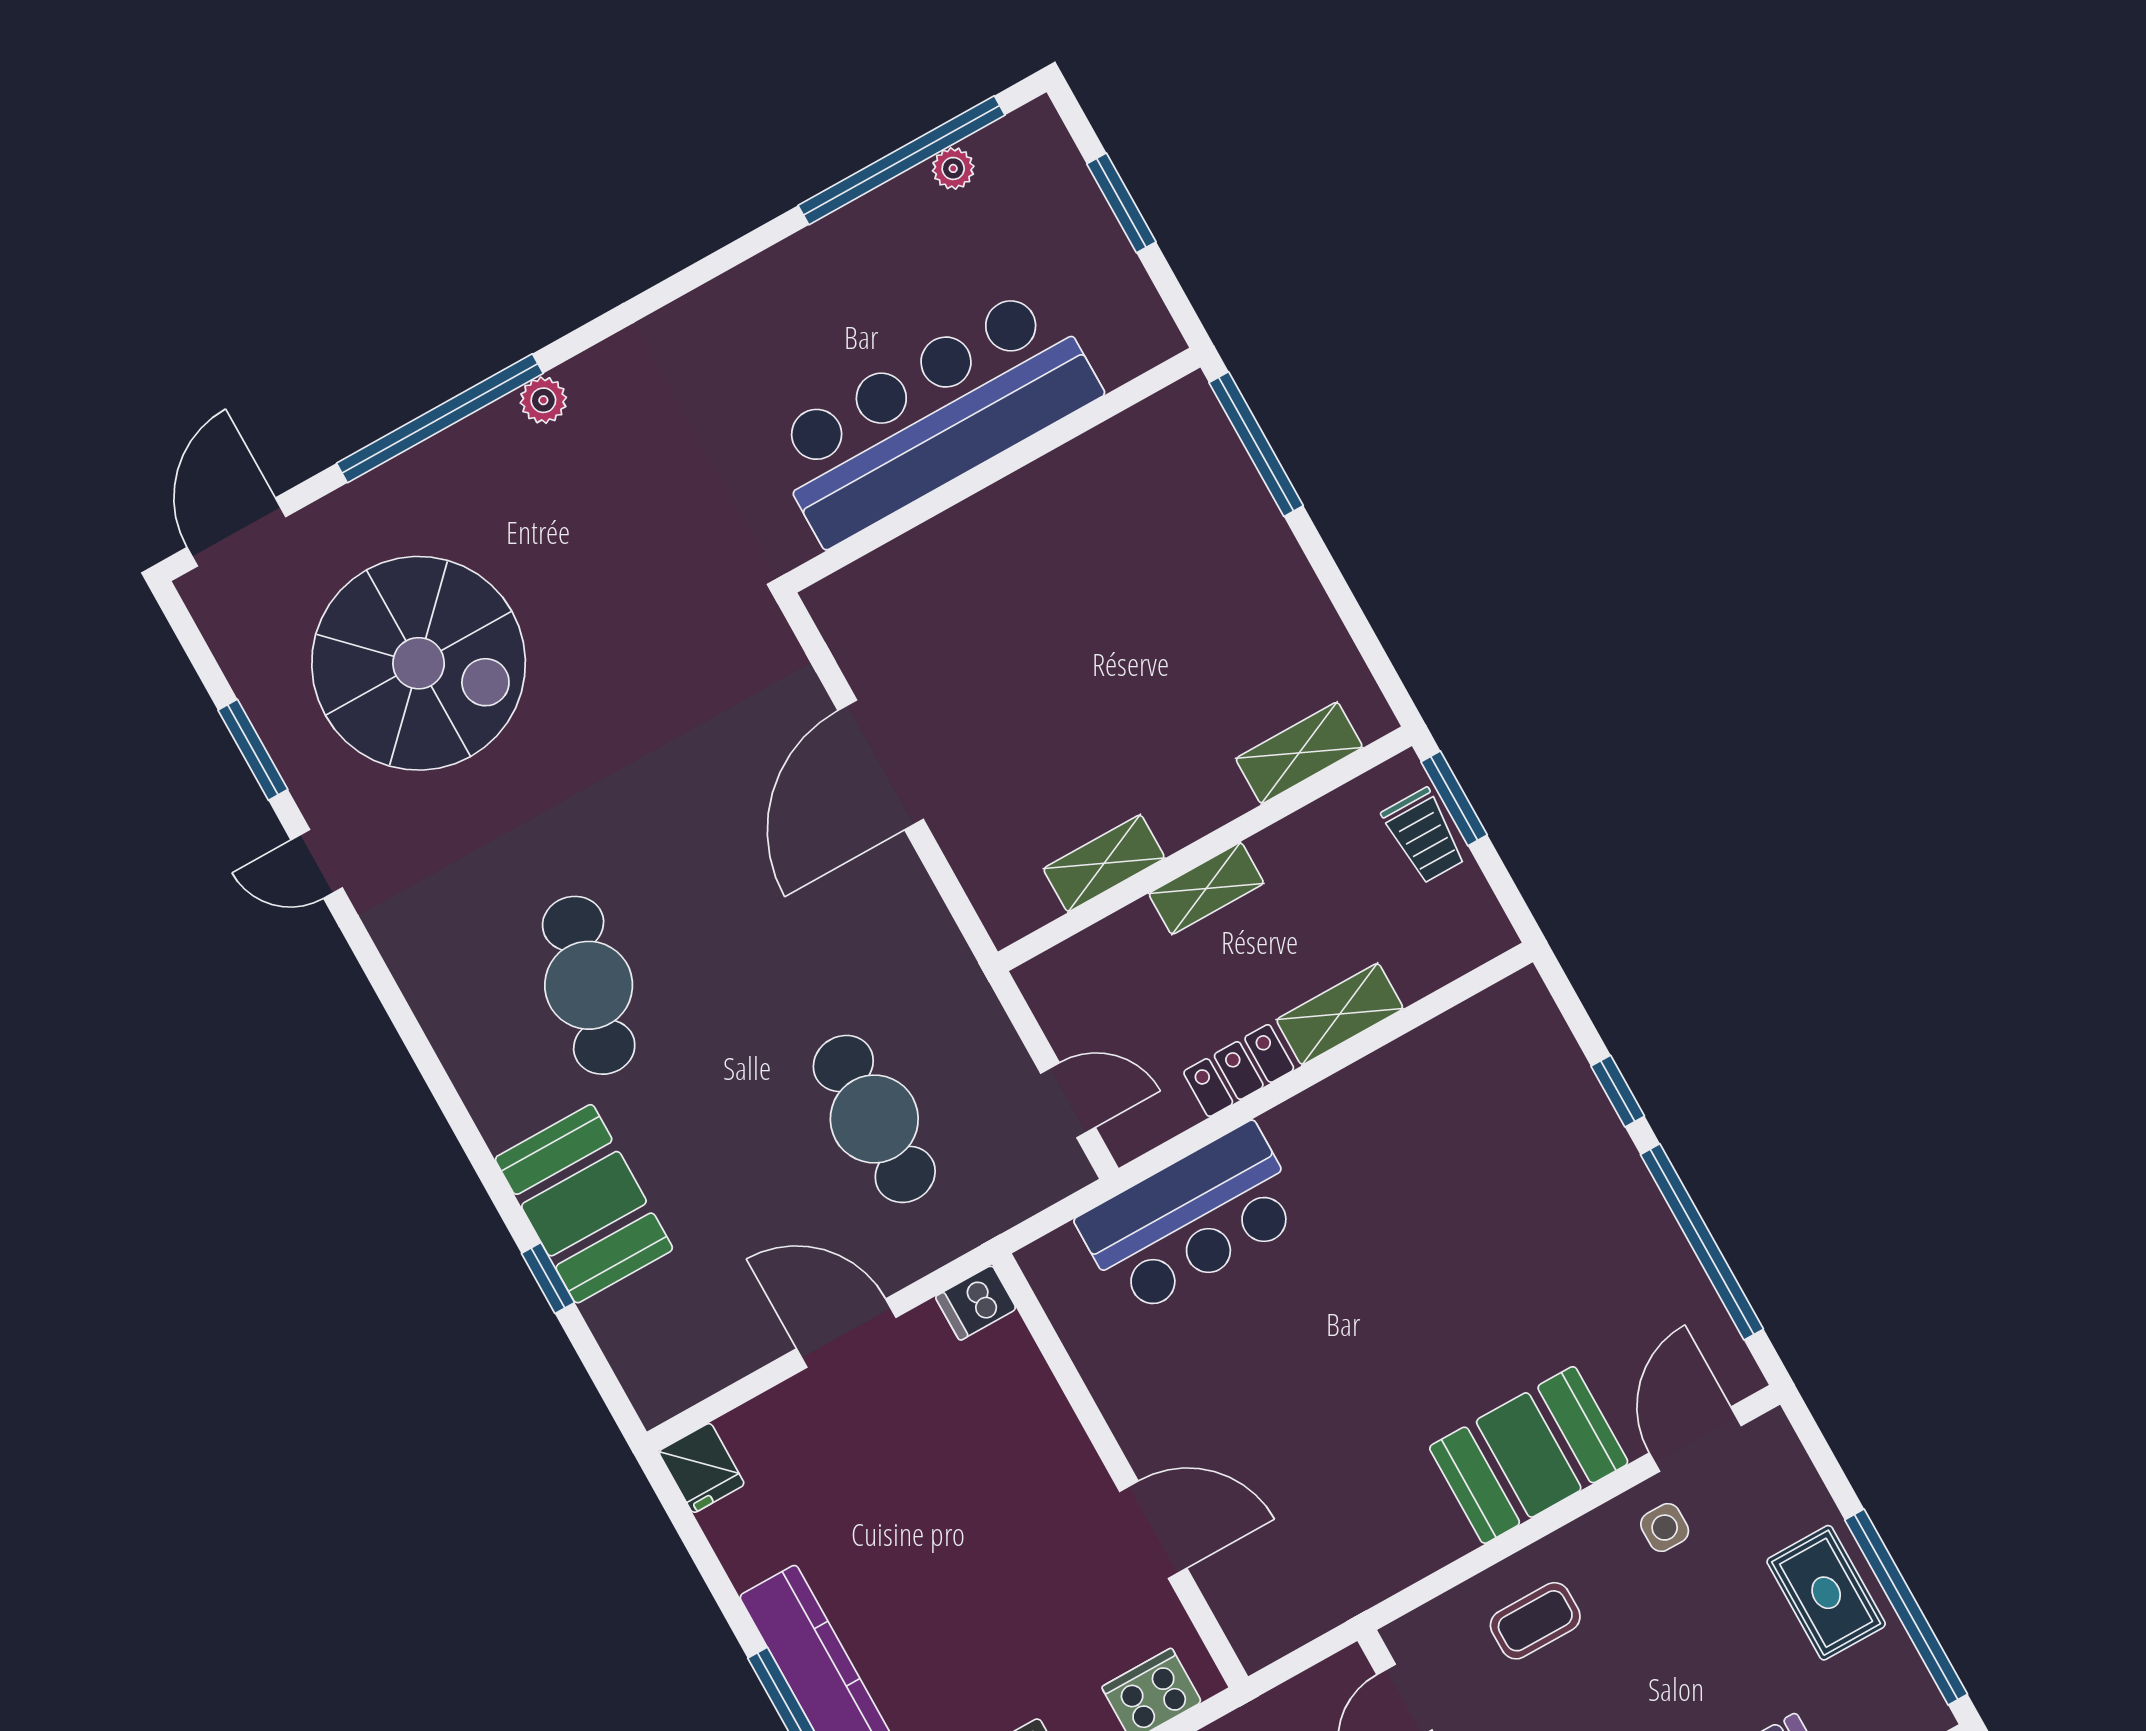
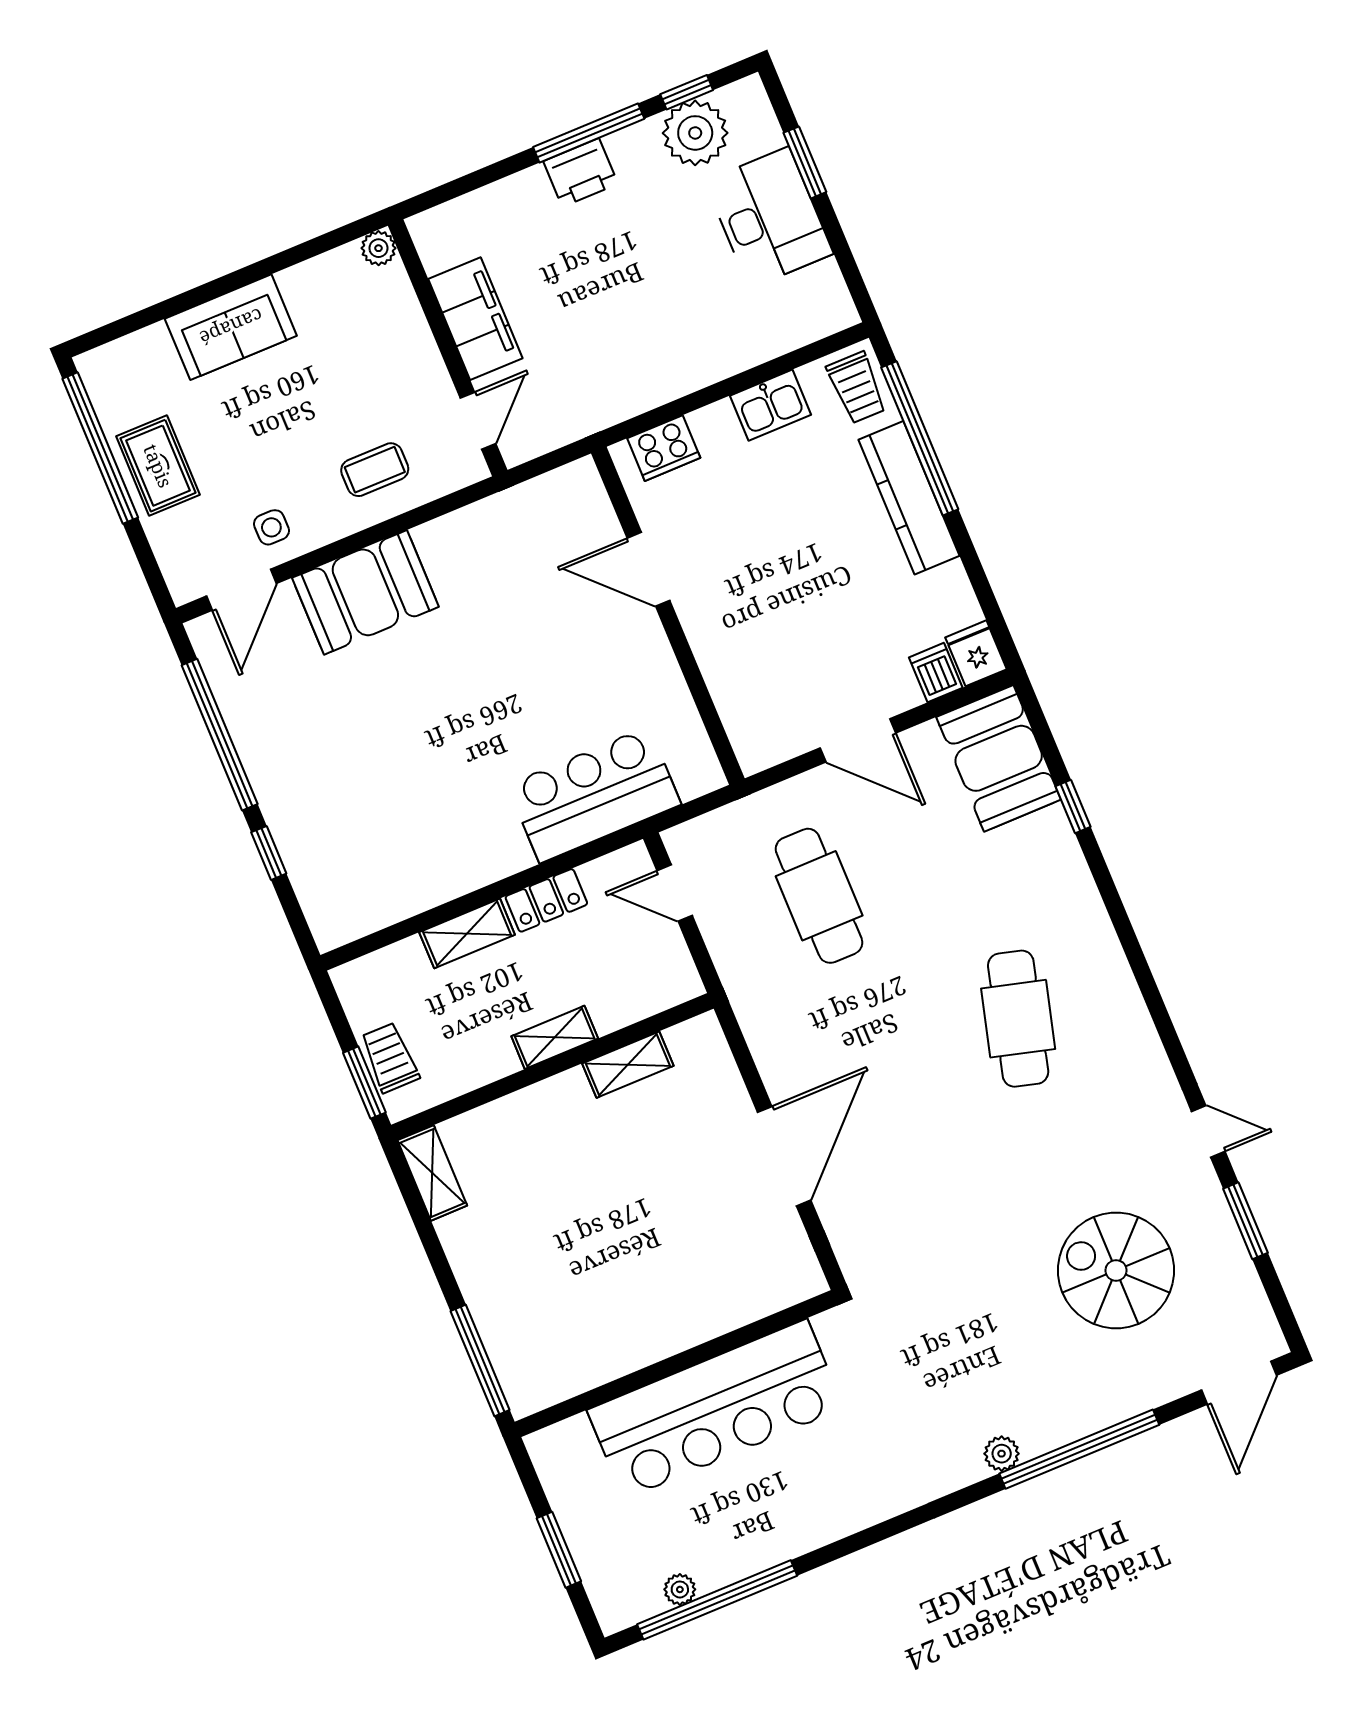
spiral stairs: (419, 663) -> (1116, 1270), width x0.73, depth x0.73
shelving: (1299, 753) -> (432, 1173), moved, turned 90
booth: (584, 1204) -> (999, 758), moved
dishwasher: (976, 1303) -> (936, 673), moved, turned -90

